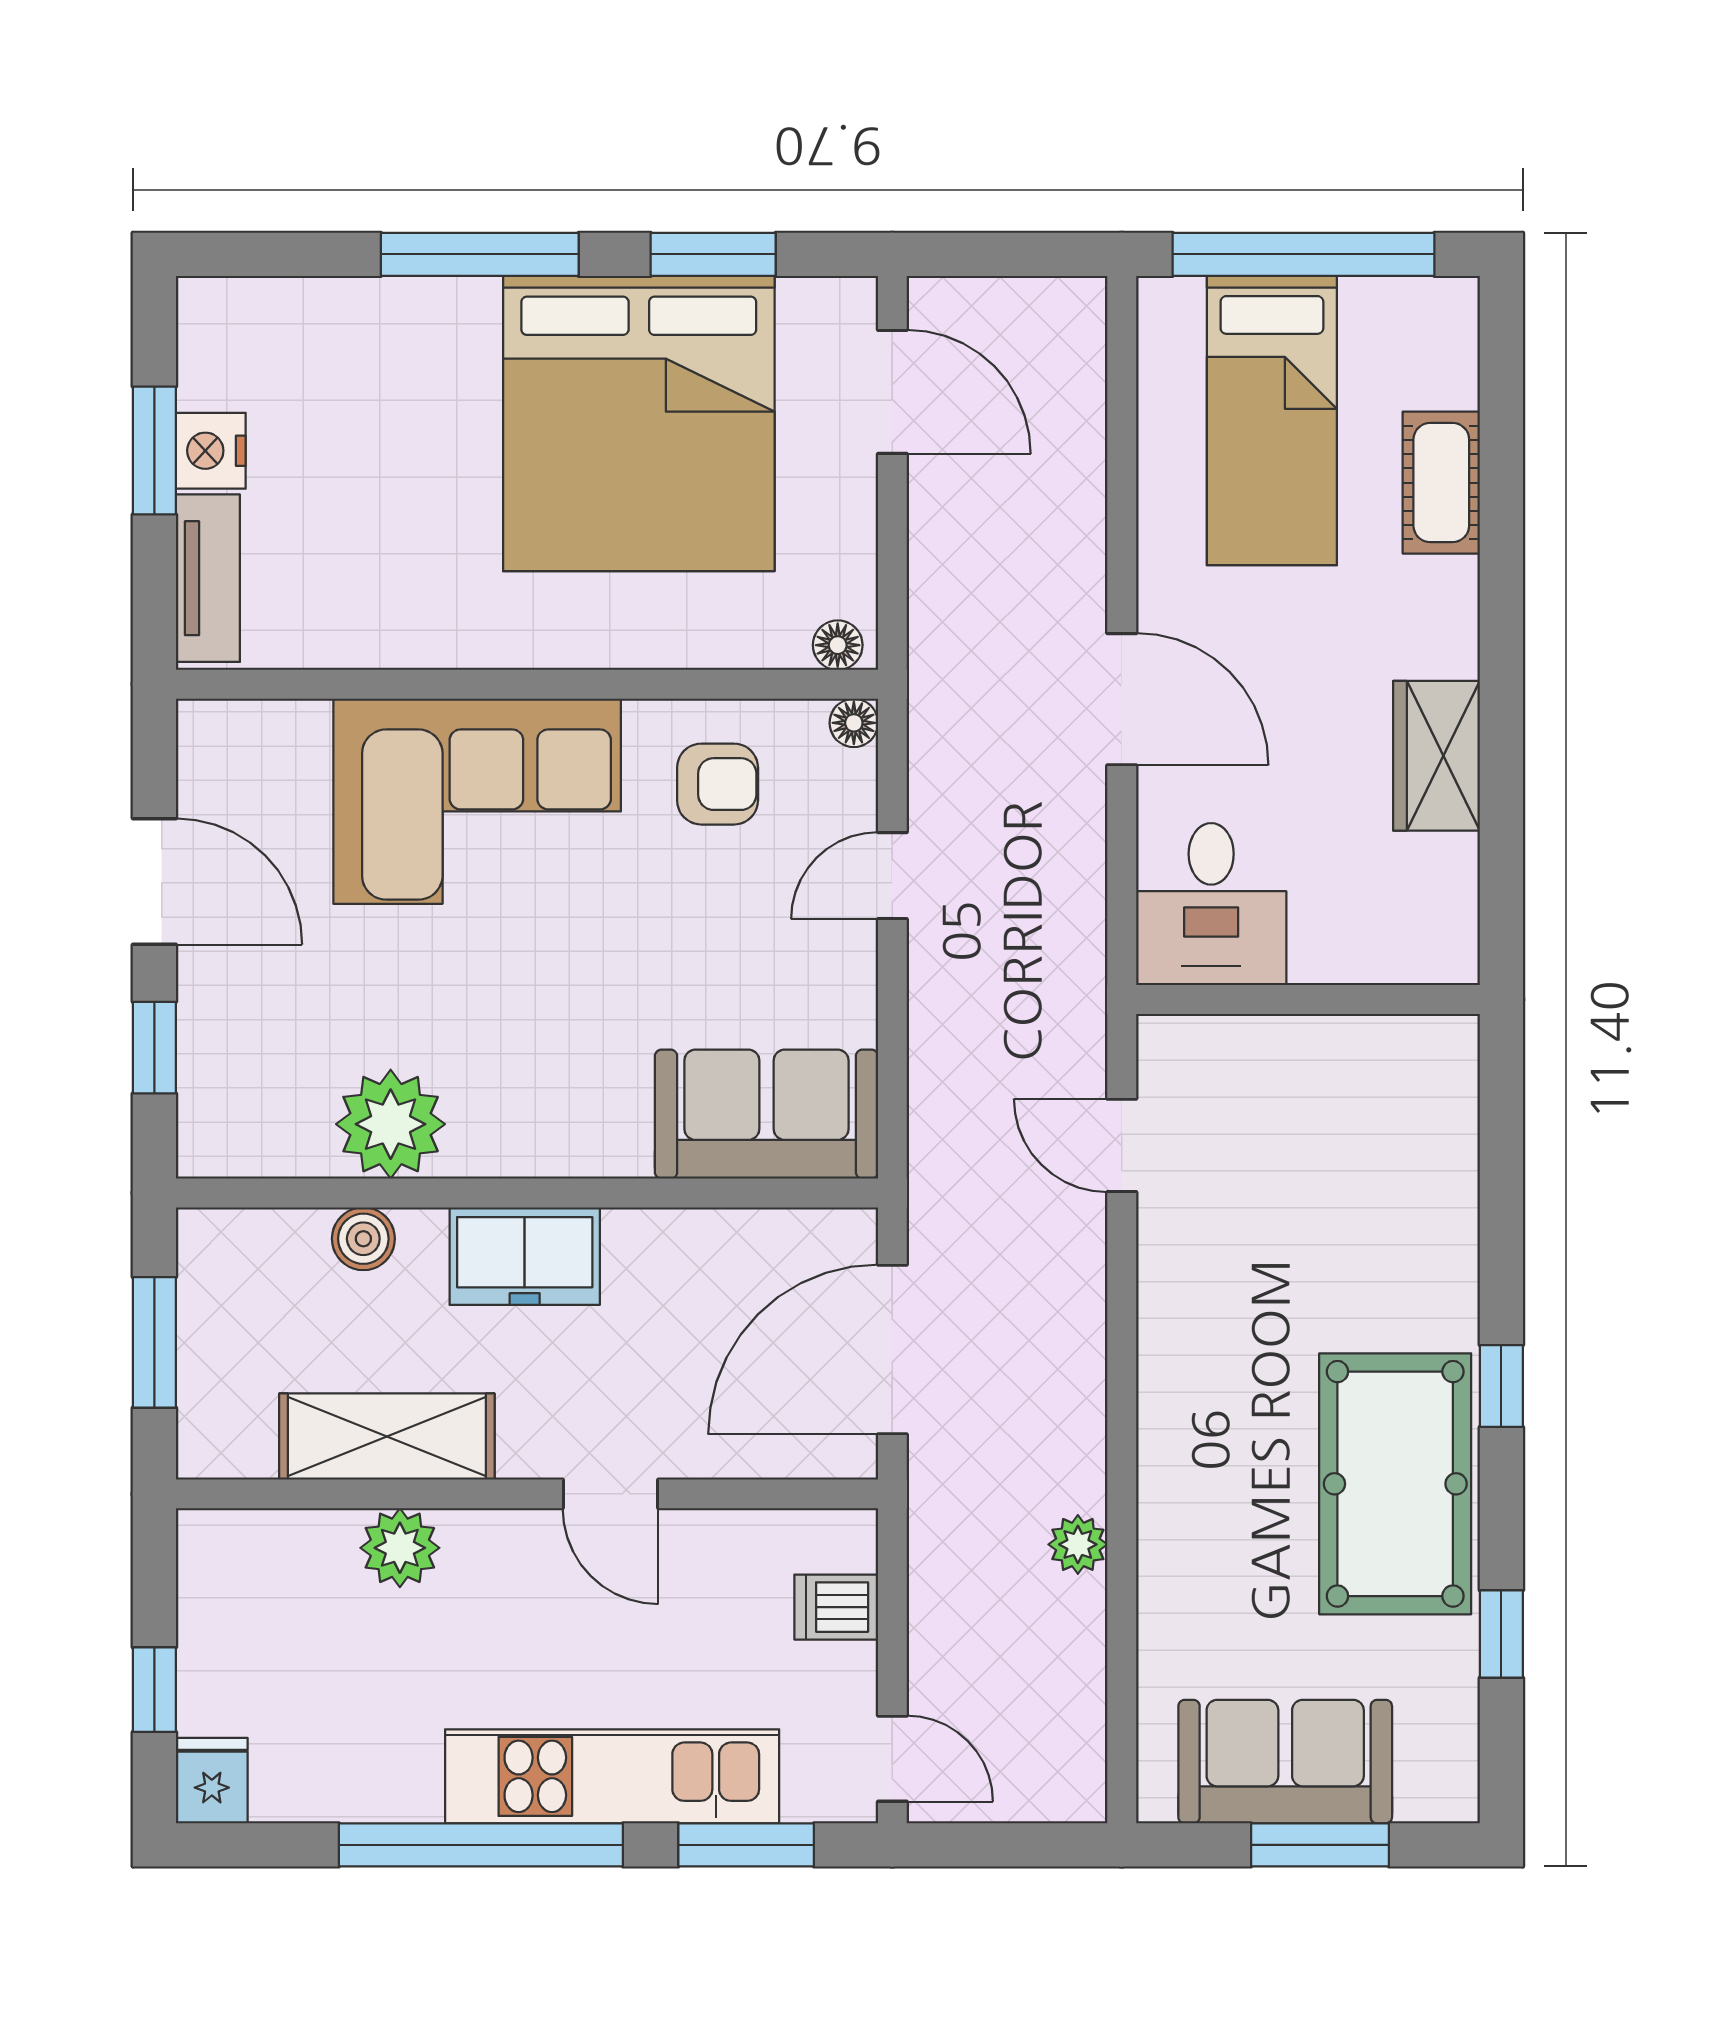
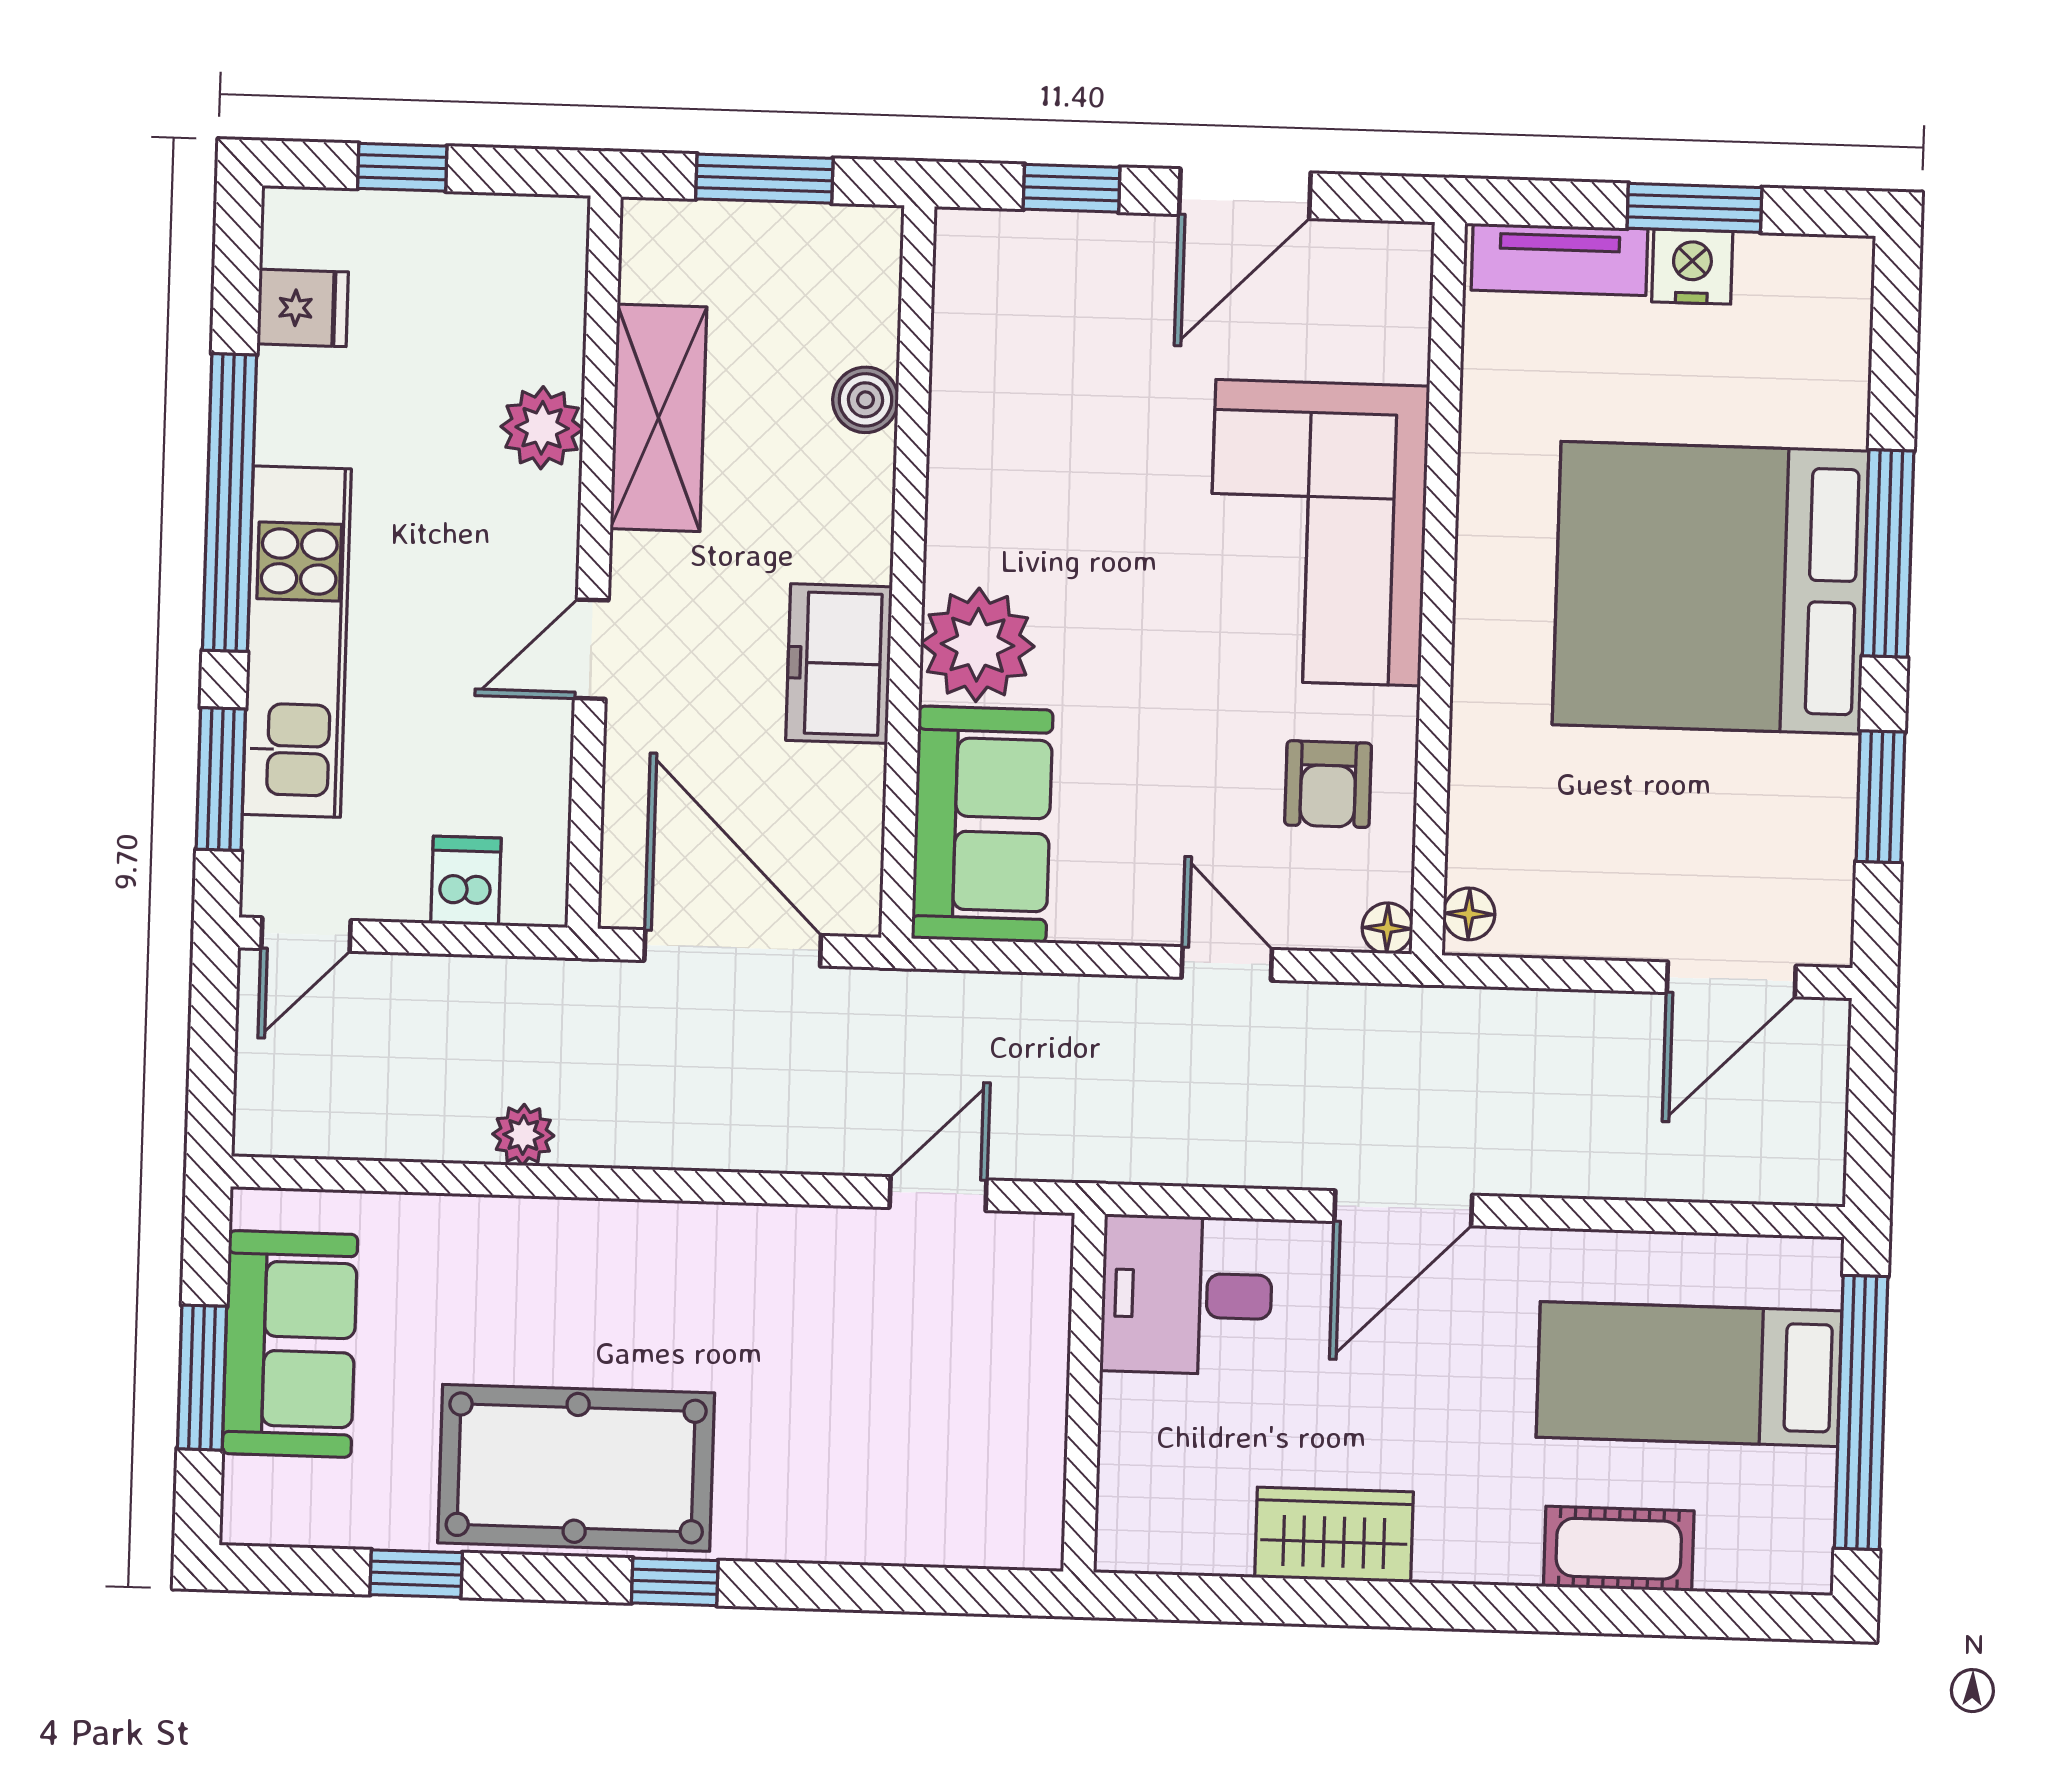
bed: (639, 424) -> (1711, 588), moved
plant: (391, 1124) -> (977, 645), moved
freezer: (525, 1256) -> (839, 664), moved
fridge: (212, 1781) -> (303, 308), moved

